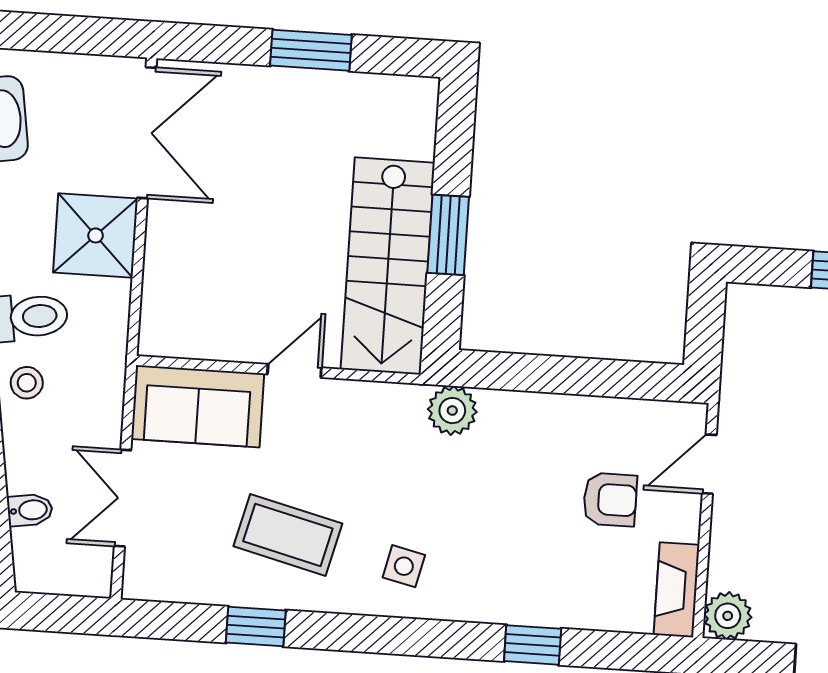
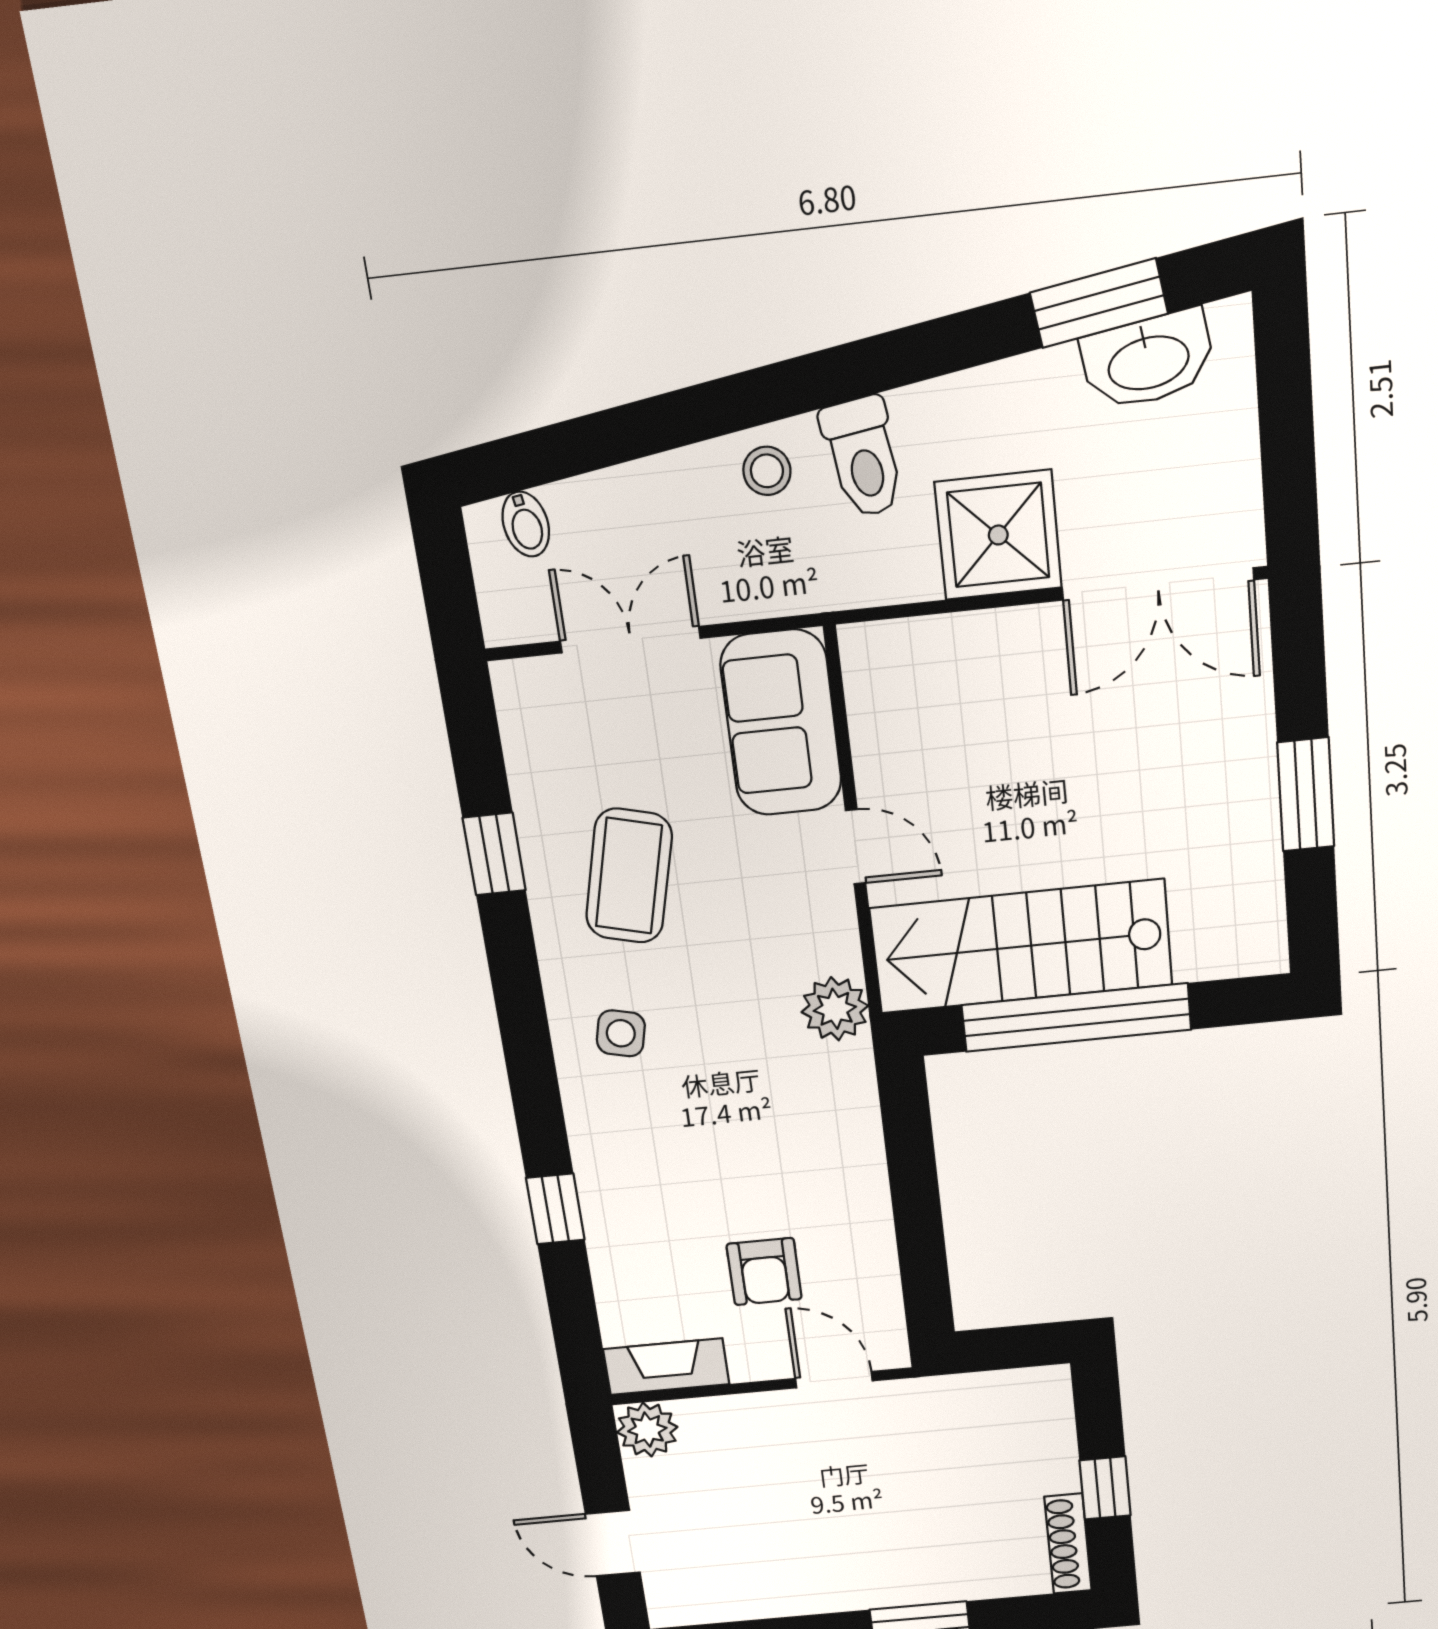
window: (448, 235) -> (1076, 1017), width x2.11
plant: (452, 411) -> (835, 1009), moved
bidet: (30, 510) -> (526, 524), moved

